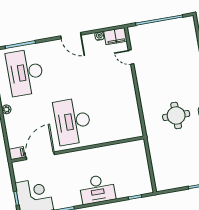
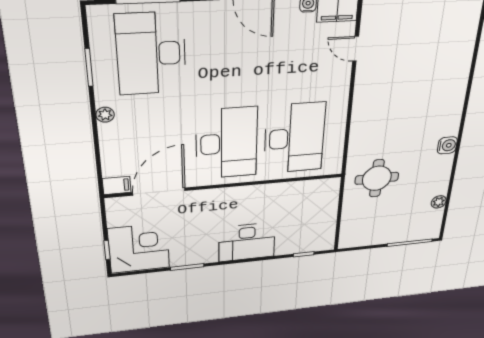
desk: (110, 115) -> (294, 138), added
round table: (176, 115) -> (377, 178), moved
desk: (73, 121) -> (227, 143), turned 180

